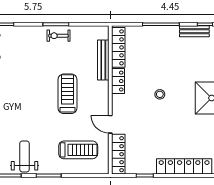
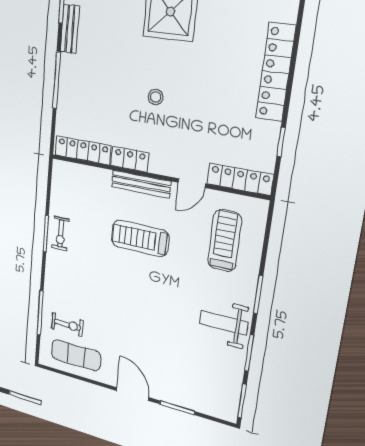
bench: (103, 60) -> (141, 184), moved

